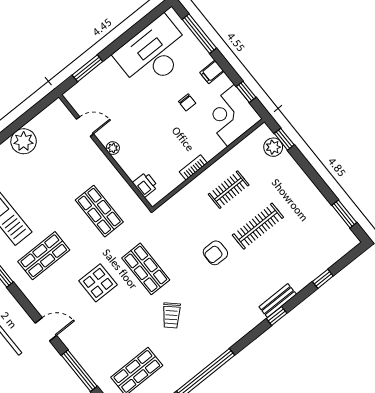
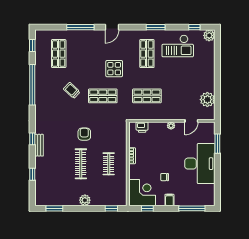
desk: (153, 53) -> (200, 164), moved
plant: (24, 141) -> (207, 100), moved
plant: (273, 147) -> (85, 200), moved

